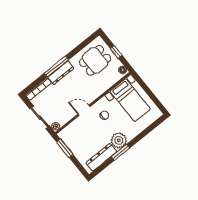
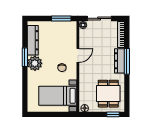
window: (116, 52) -> (113, 114), moved

